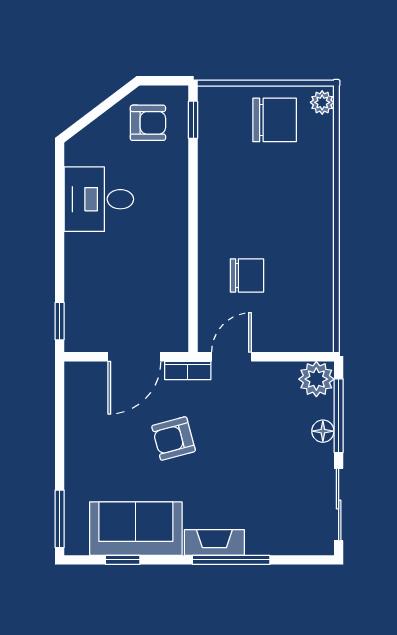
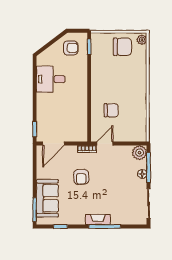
door: (134, 357) -> (53, 144), moved
armchair: (174, 439) -> (81, 177), turned -77
sofa: (136, 529) -> (47, 198), moved, turned 90

